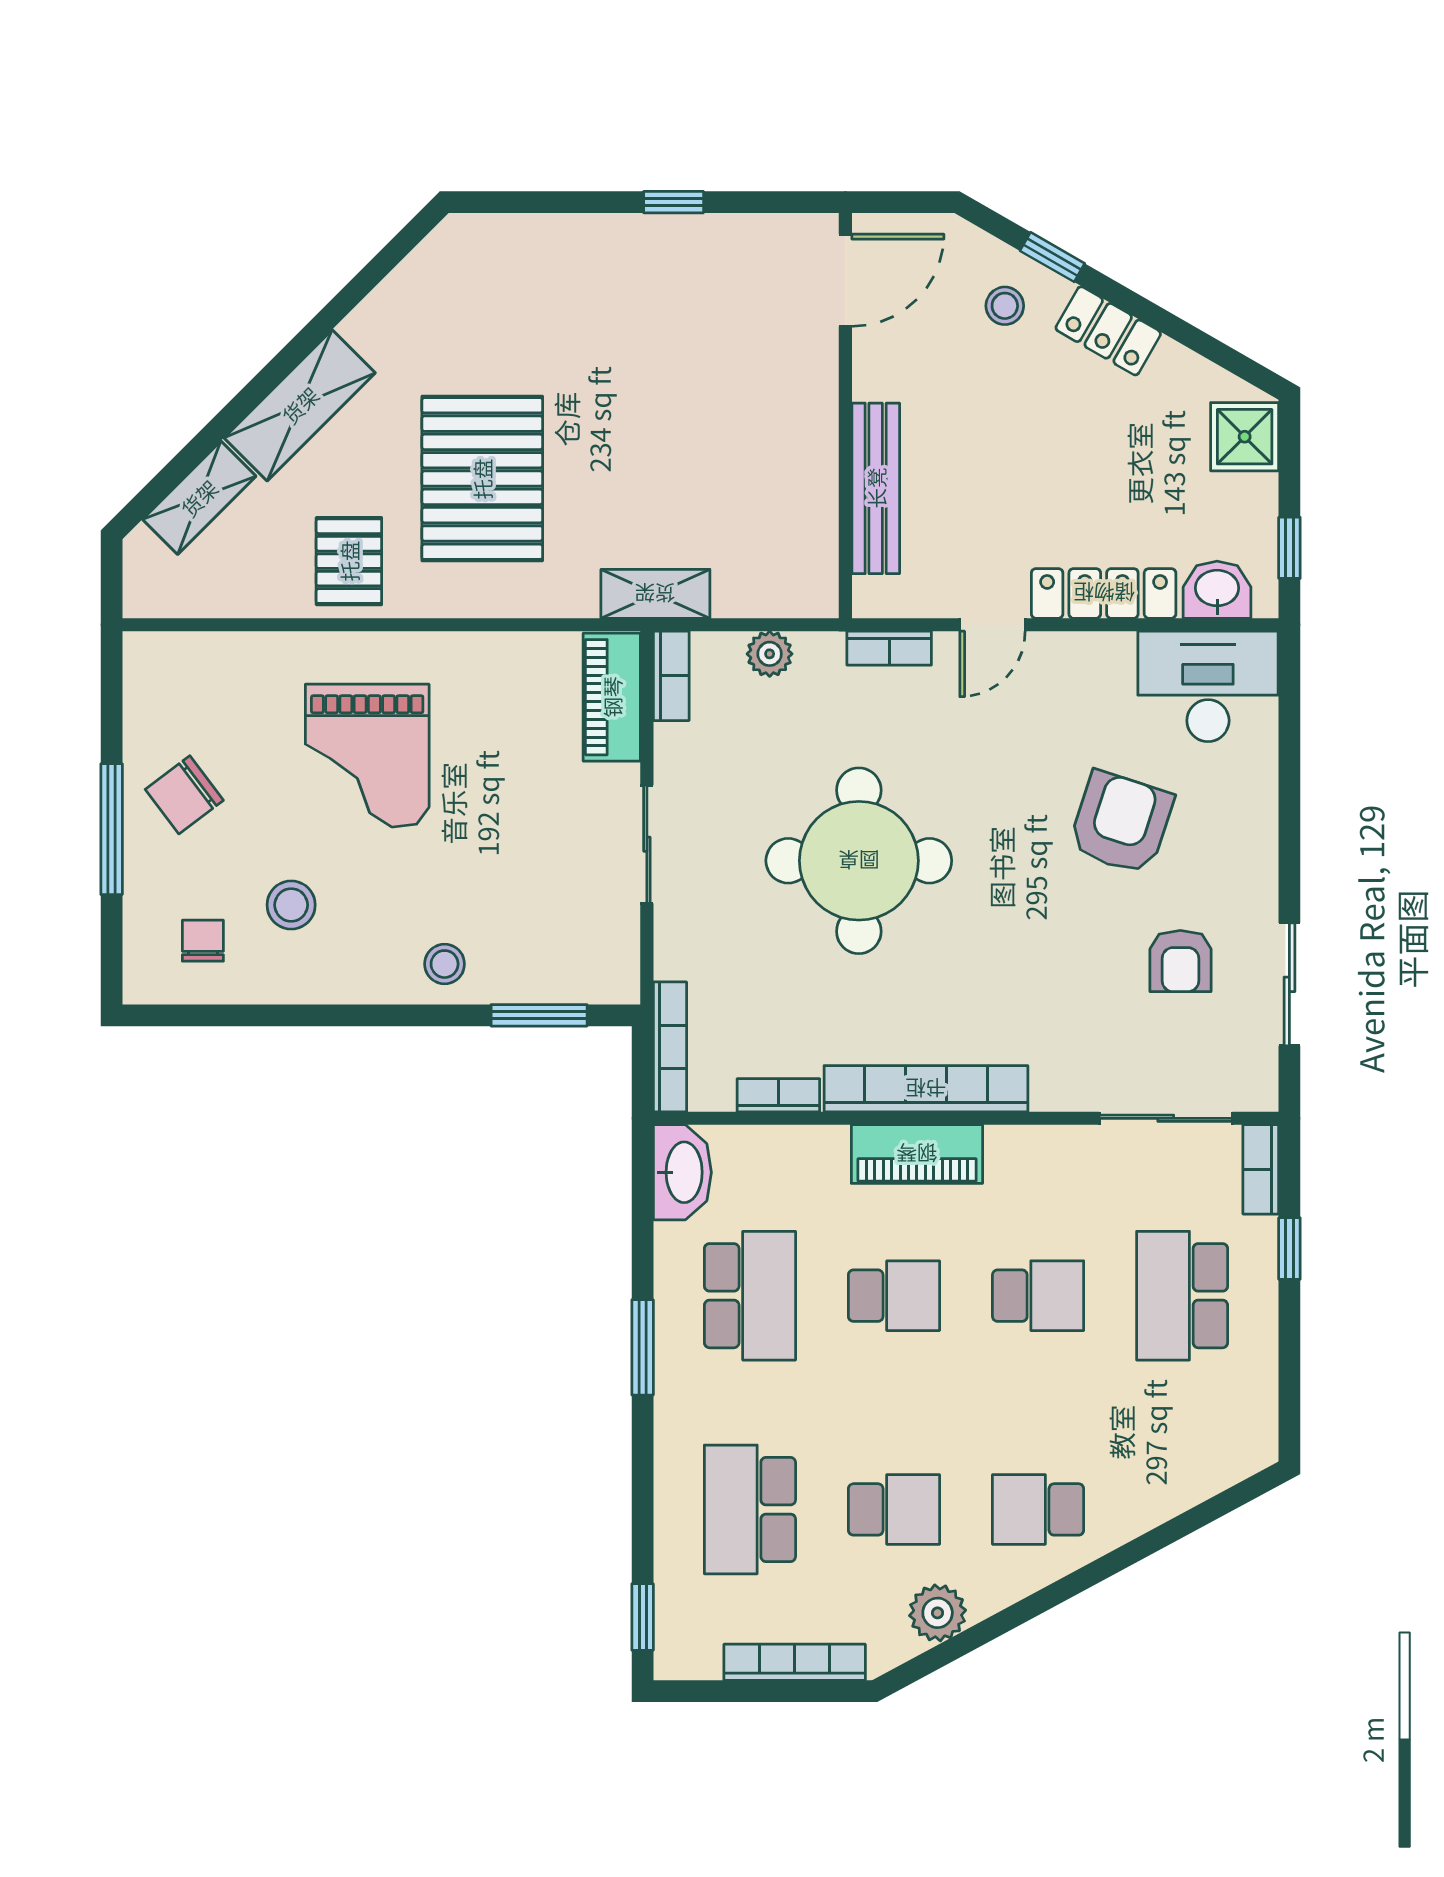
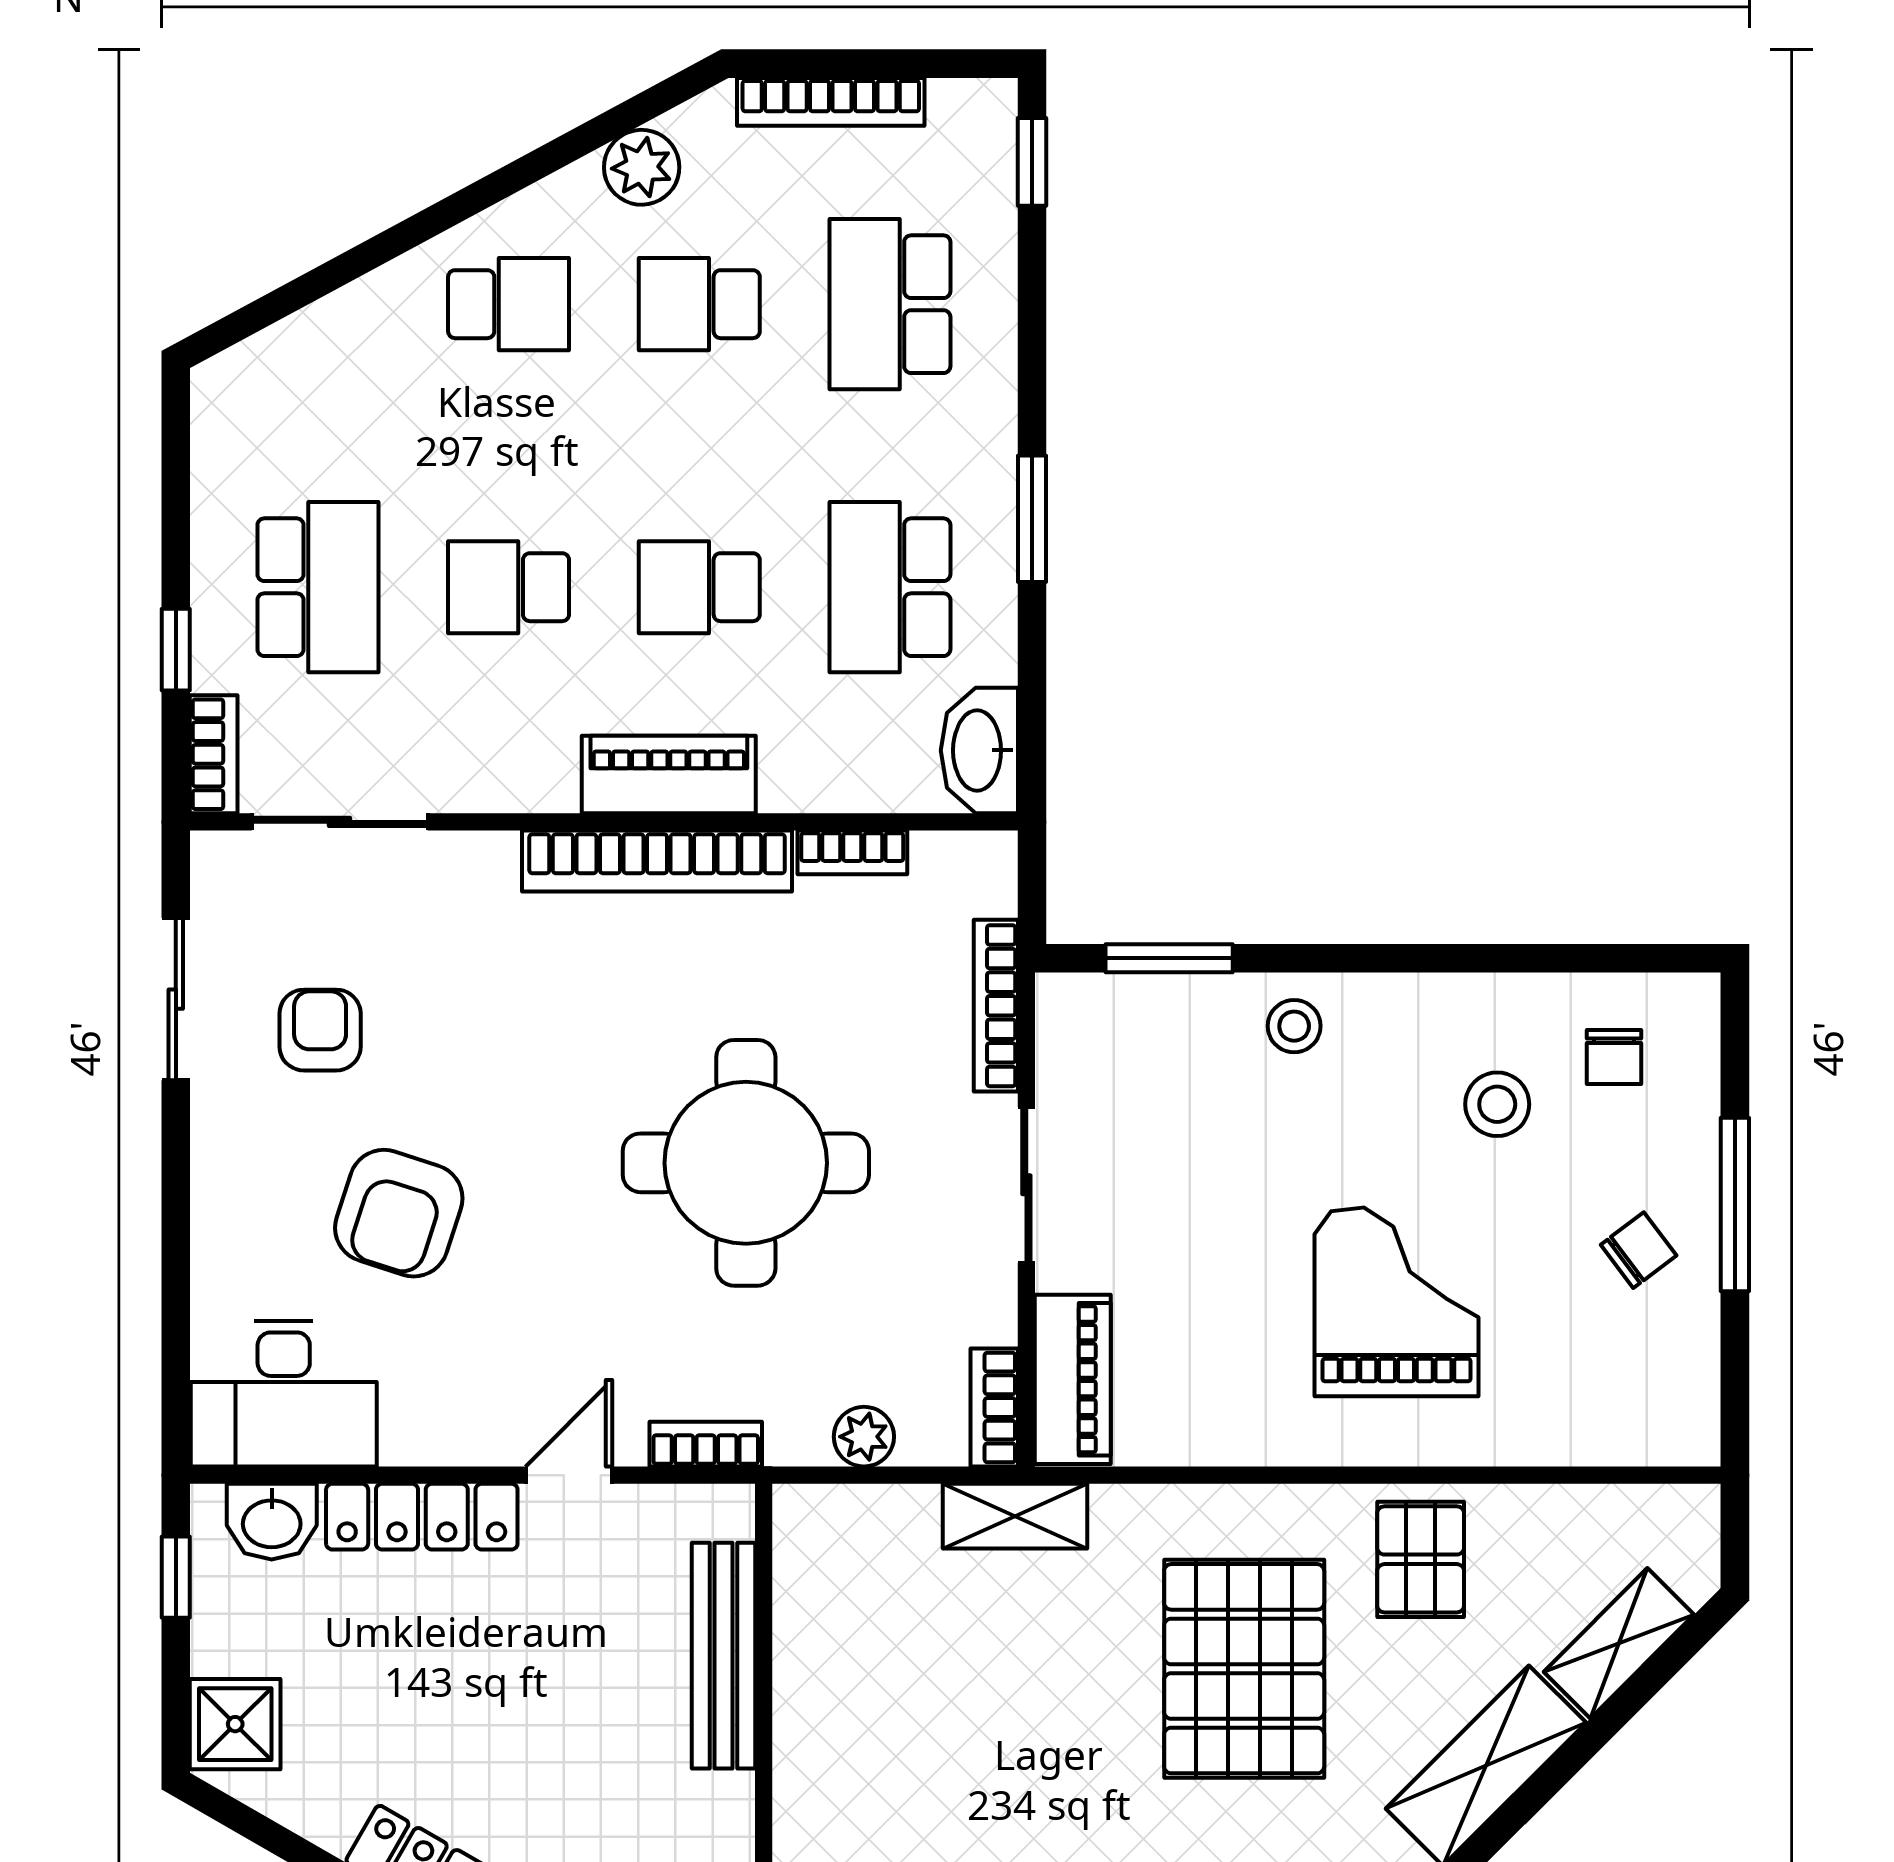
chair: (184, 795) -> (1639, 1250), width x0.73, depth x0.73
bookcase: (670, 1047) -> (996, 1006), moved
school desk: (750, 1509) -> (890, 304), turned 180

